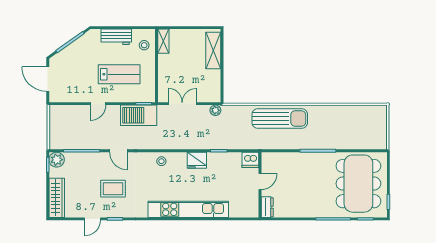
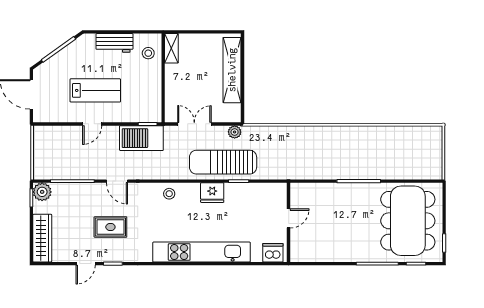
shelving: (213, 51) -> (232, 70), width x1.47
lab bench: (119, 74) -> (95, 90), moved
sun lounger: (280, 119) -> (223, 162), moved, turned 180
dishwasher: (250, 160) -> (273, 253), moved, turned 180
dresser: (267, 207) -> (297, 249), removed

